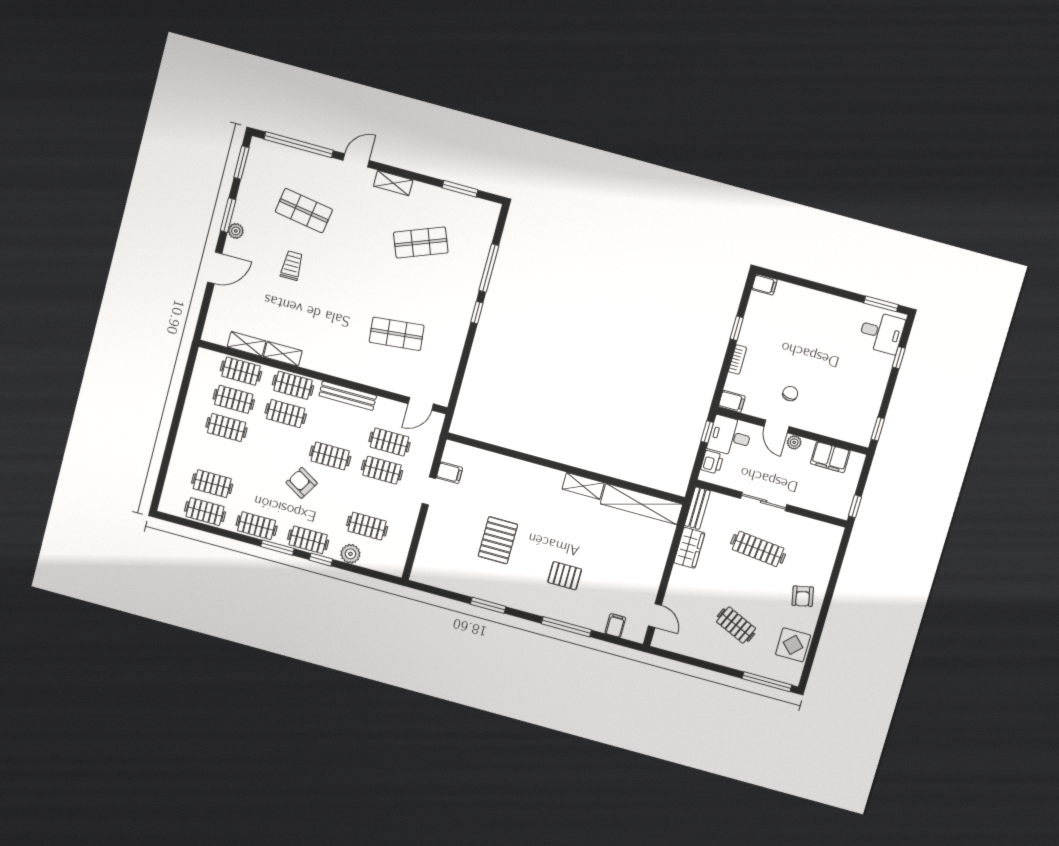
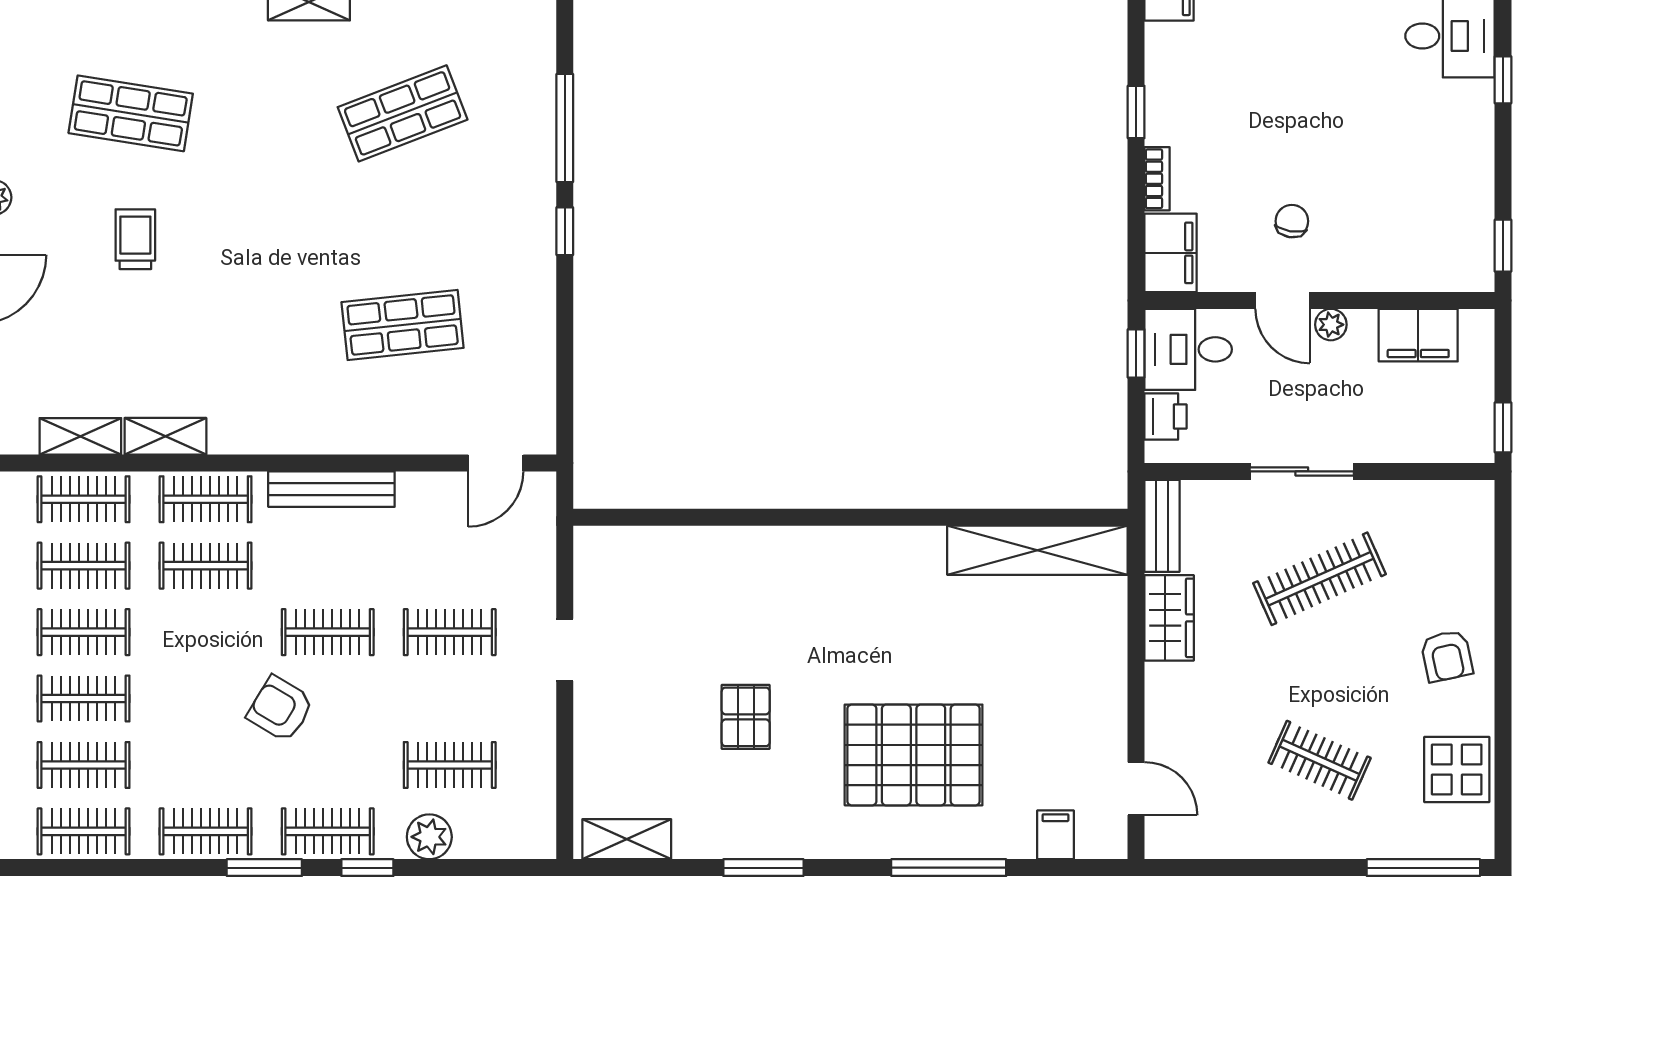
filing cabinet: (732, 401) -> (1171, 253), width x2.00
clothes rail: (389, 442) -> (84, 699), moved
filing cabinet: (449, 473) -> (599, 597), removed
shelving: (583, 486) -> (627, 839), moved
pallet: (498, 540) -> (746, 717), width x0.67, depth x0.71
clothes rail: (758, 549) -> (1320, 579), turned -30
pallet: (565, 576) -> (914, 755), width x2.05, depth x2.00

